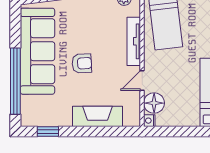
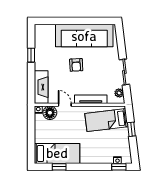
window: (15, 81) -> (64, 21), removed
fireplace: (98, 116) -> (41, 87), moved
window: (48, 131) -> (31, 55), moved

